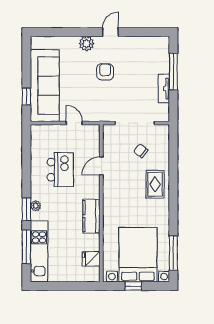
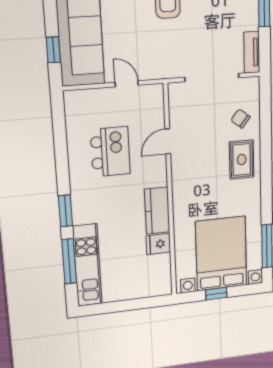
tv unit: (164, 88) -> (252, 52), moved
chair: (141, 151) -> (240, 119), moved
plant: (36, 206) -> (78, 205), removed
fridge: (91, 259) -> (158, 244), moved

